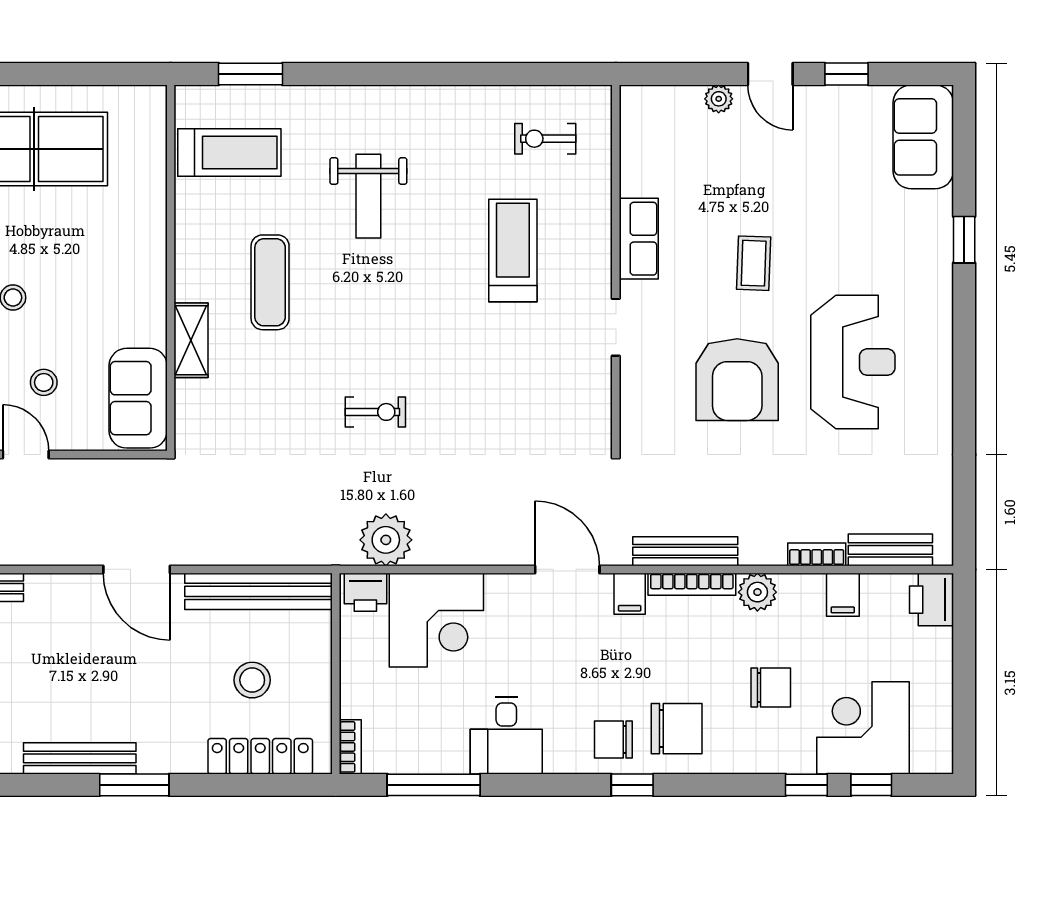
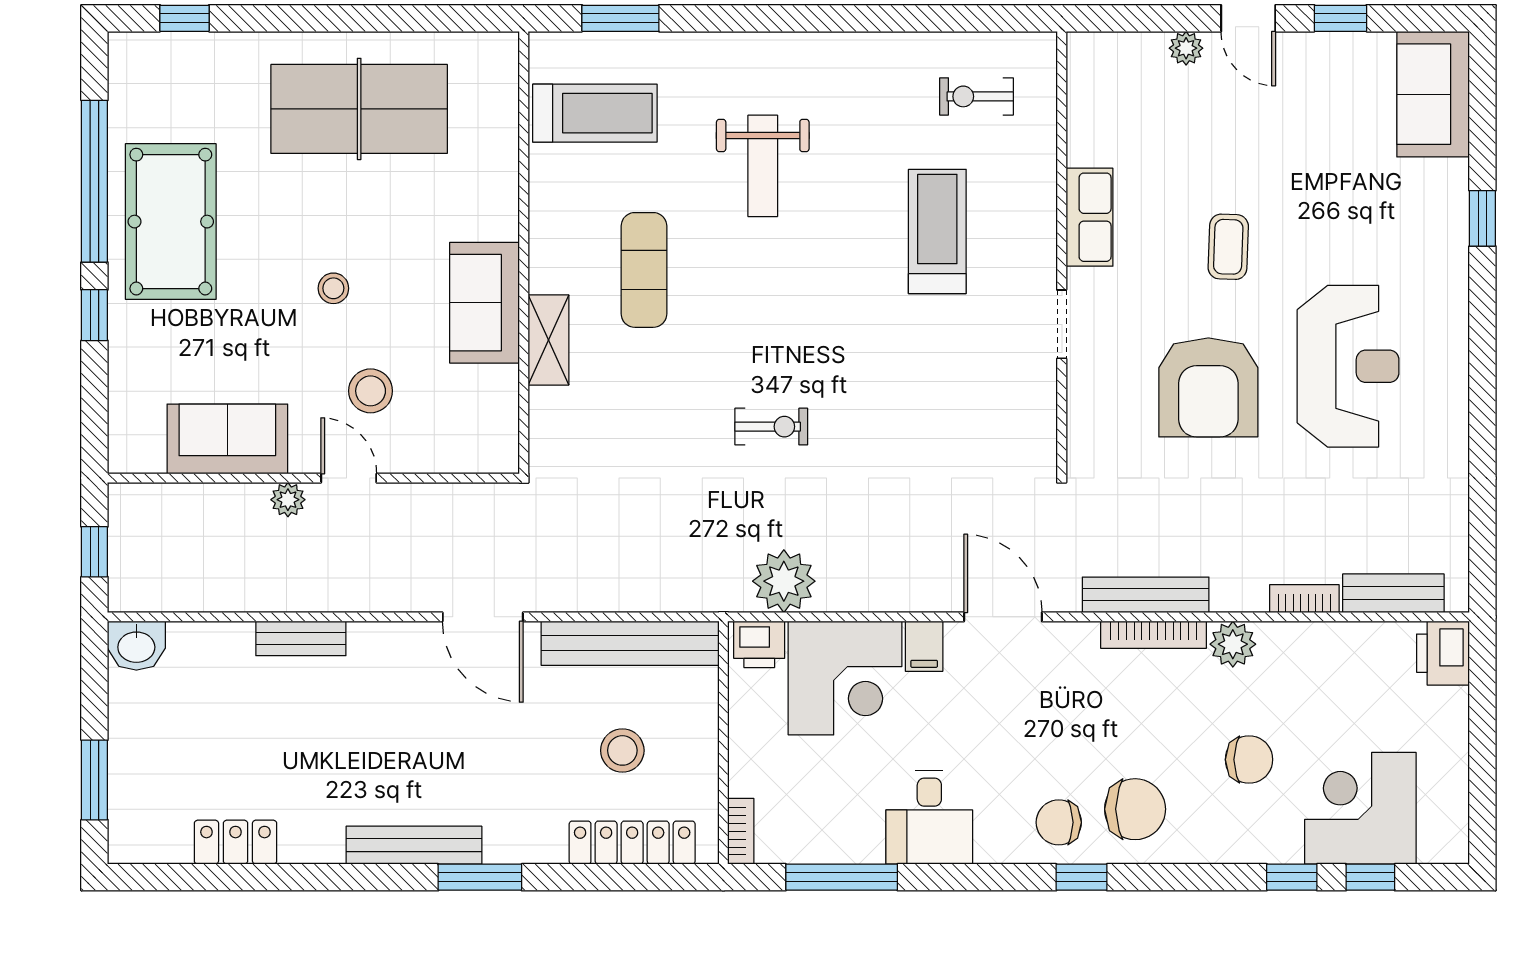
stool: (44, 382) -> (371, 391), width x1.37, depth x1.37
sofa: (138, 398) -> (485, 303), moved
filing cabinet: (630, 594) -> (924, 646), moved
filing cabinet: (843, 595) -> (1336, 647), removed

